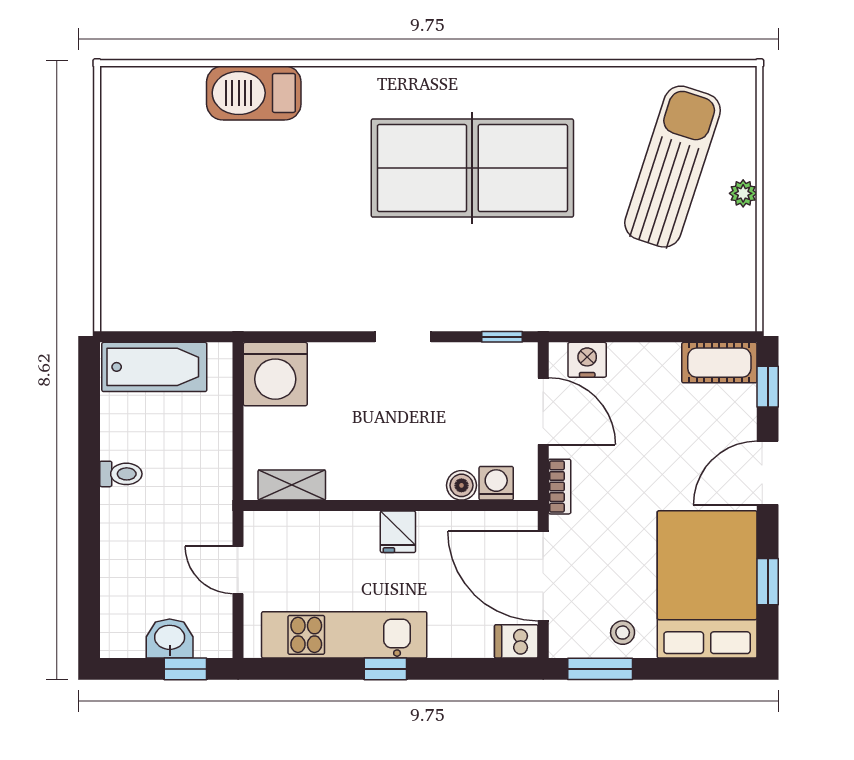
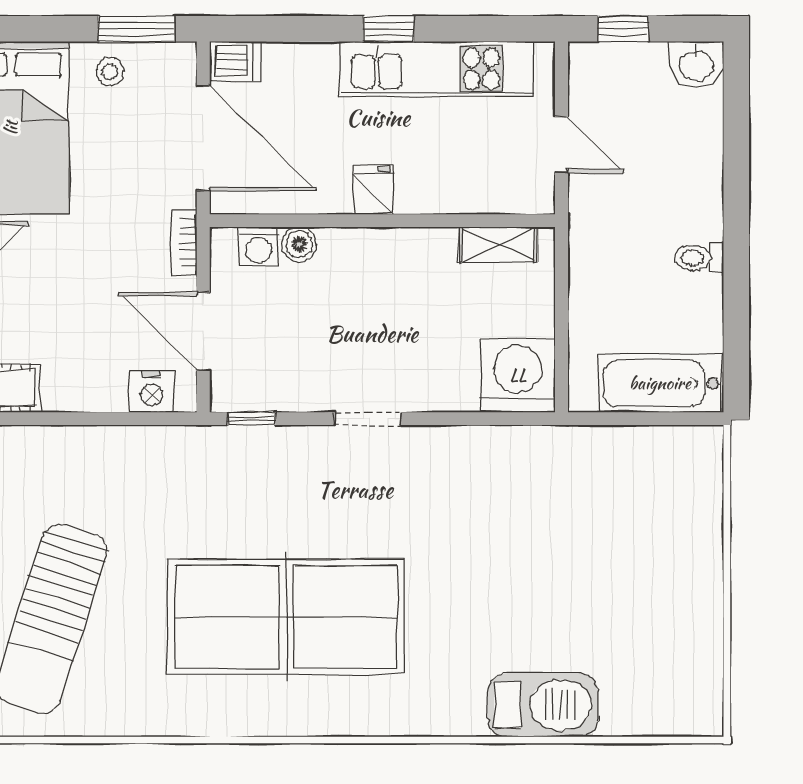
washbasin: (170, 639) -> (696, 65), moved

